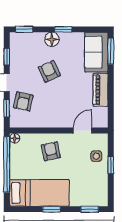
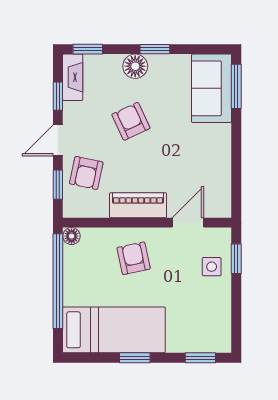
fireplace: (15, 46) -> (73, 77), added
piano: (101, 90) -> (138, 205), moved, turned 90
window: (111, 165) -> (236, 259), moved

